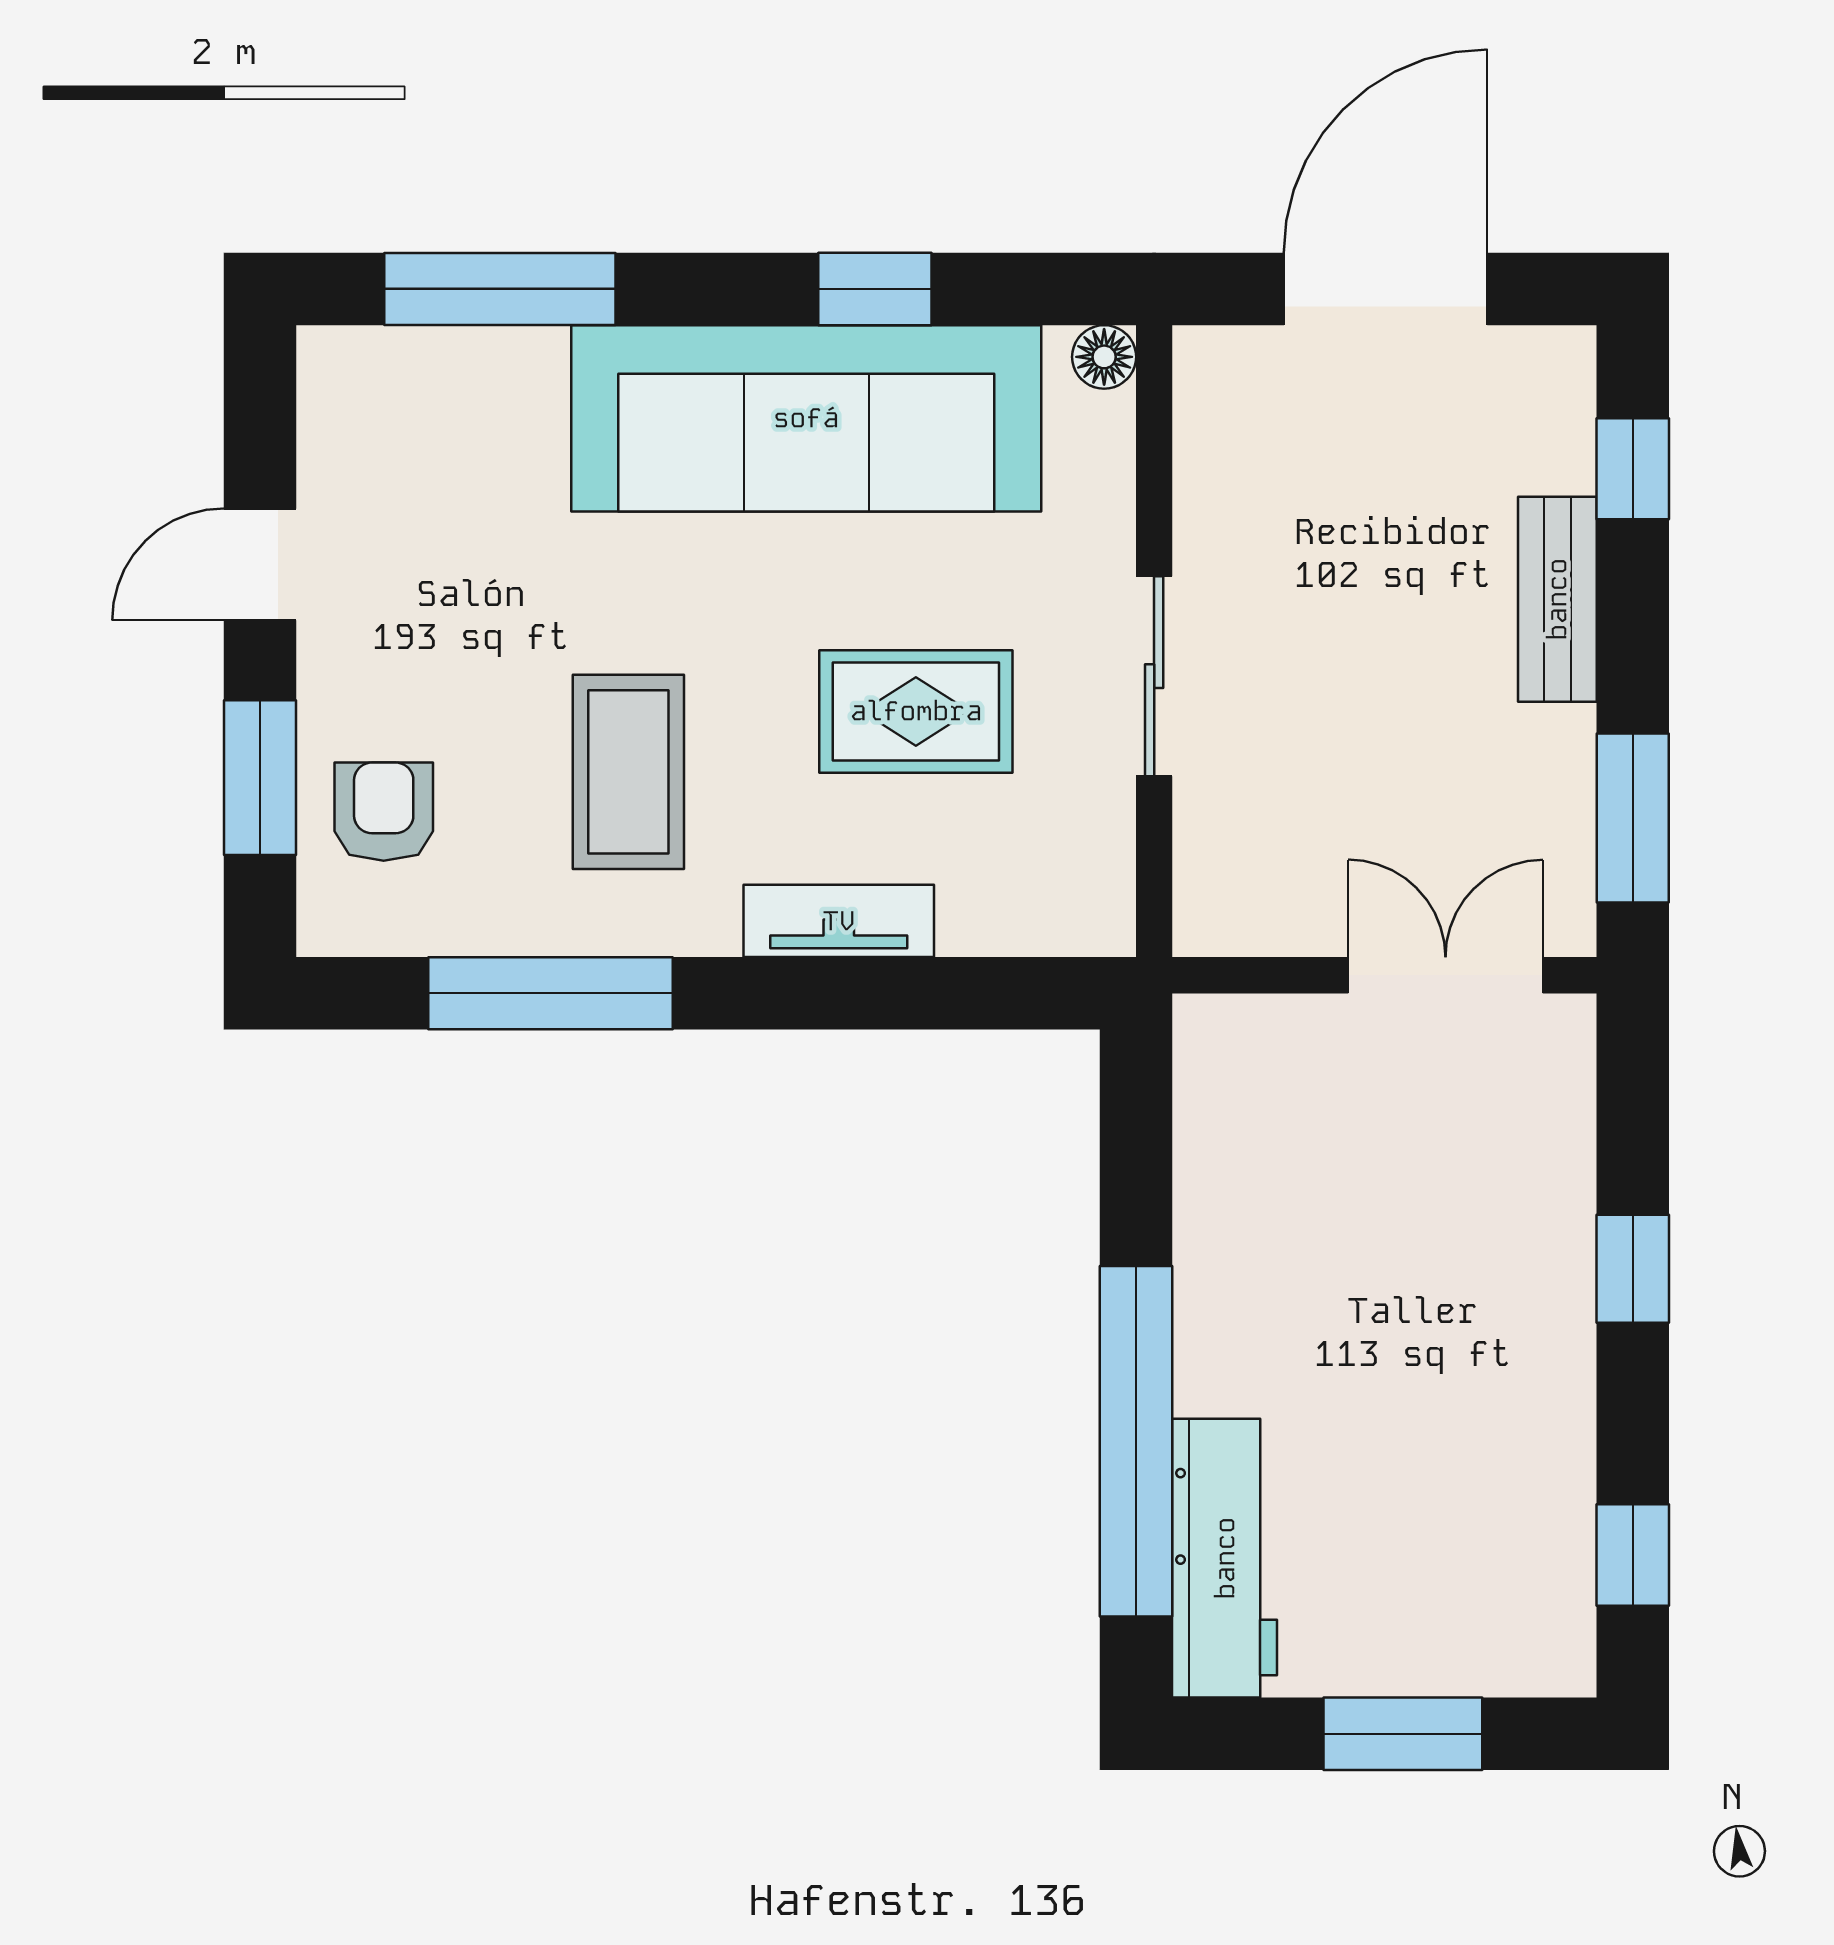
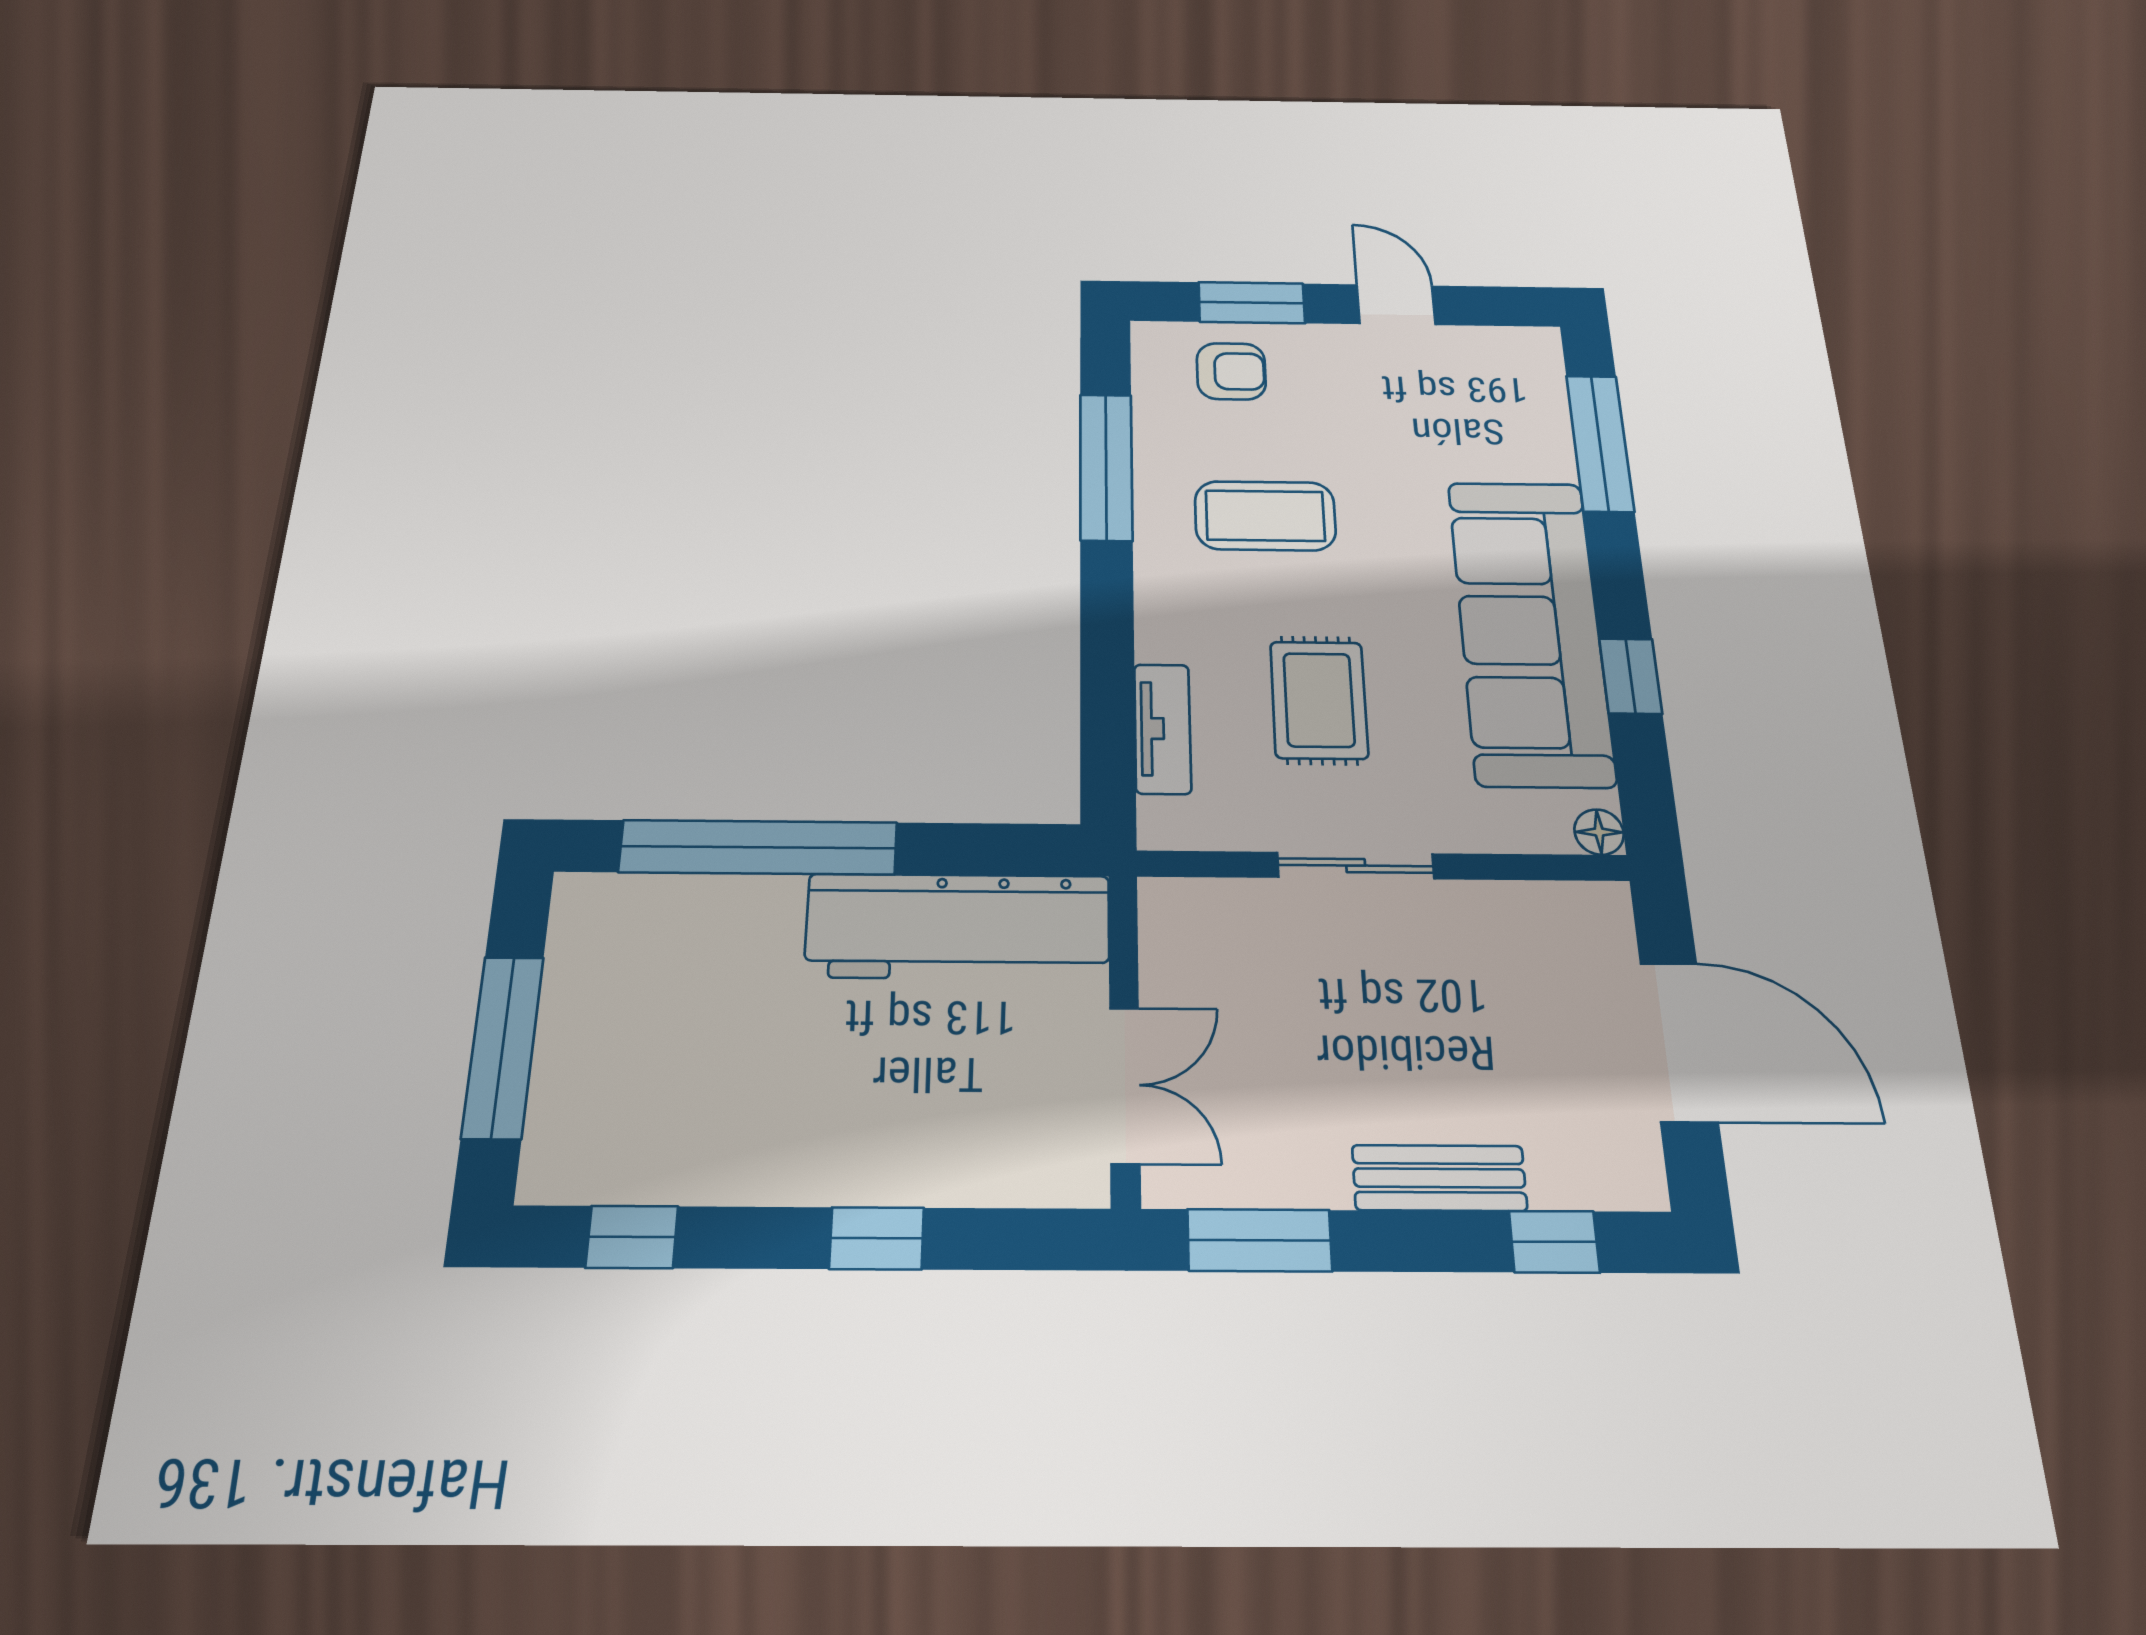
tv unit: (839, 921) -> (1162, 729), moved
workbench: (1225, 1558) -> (958, 926), moved, width x1.36, depth x1.32
window: (1403, 1734) -> (503, 1047), width x1.44

